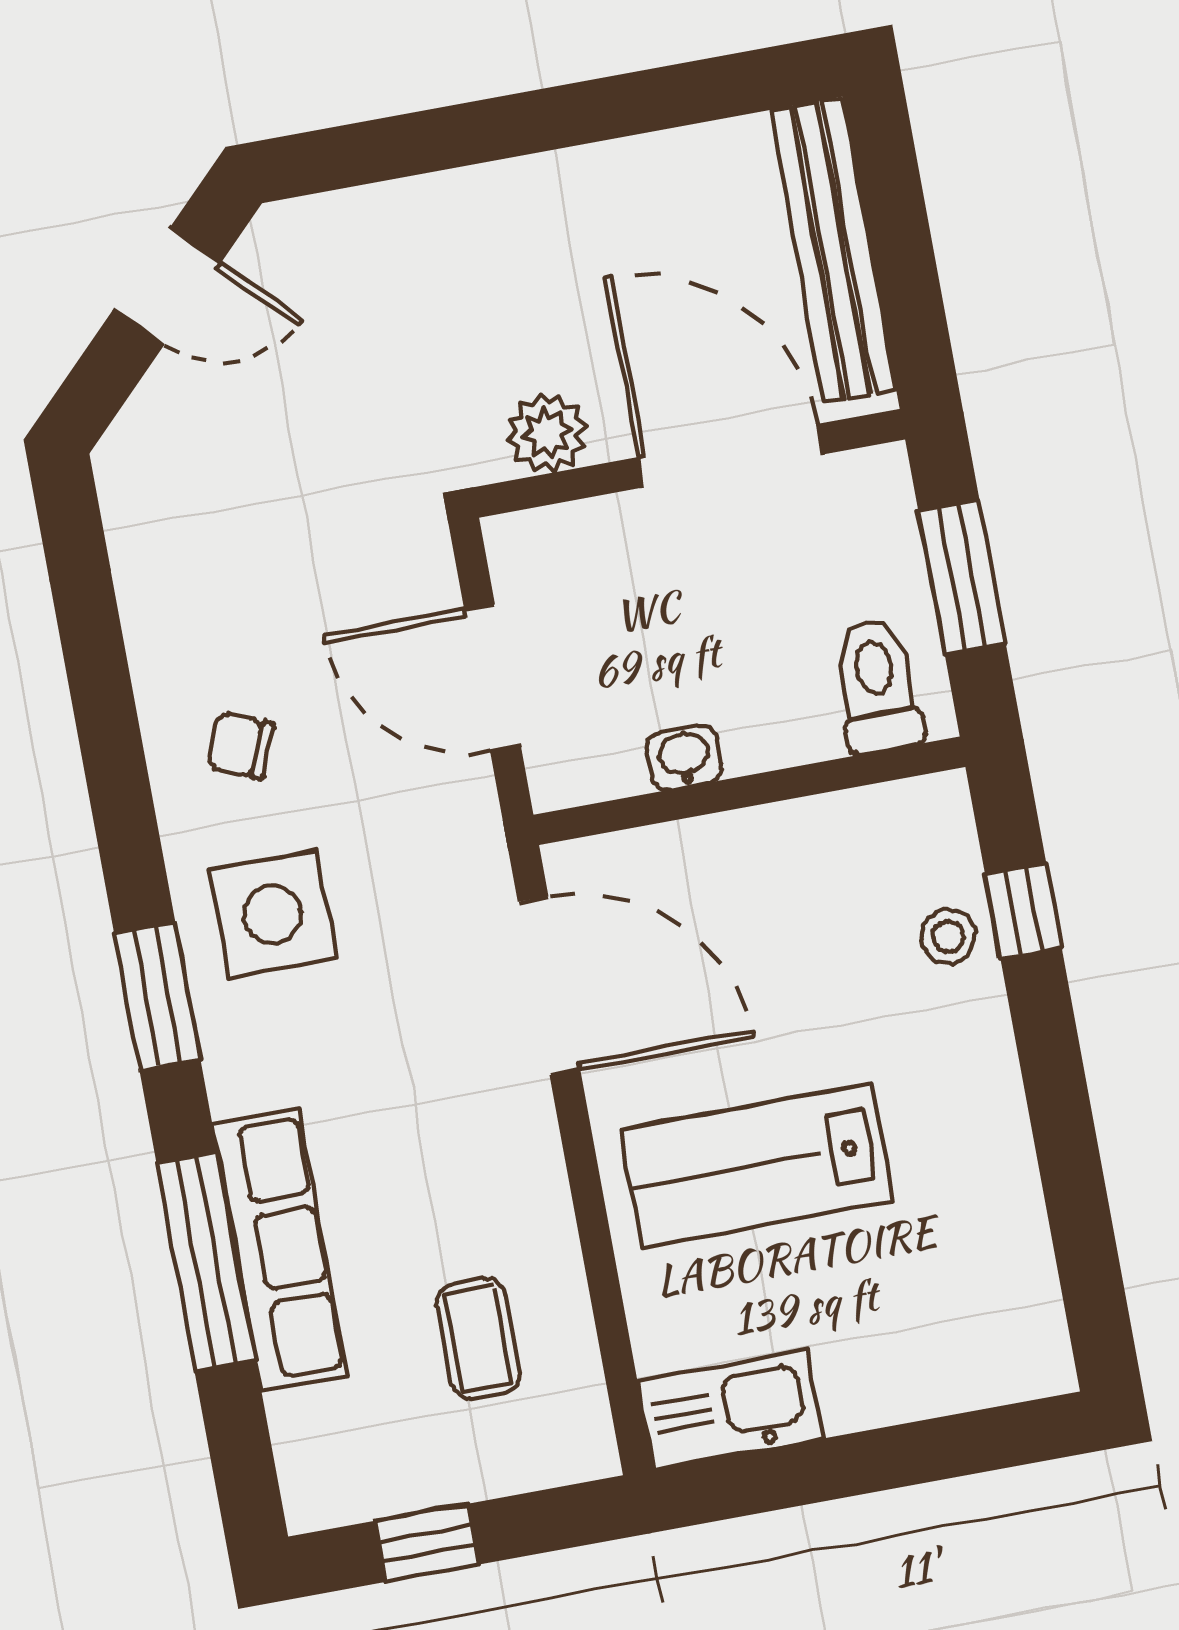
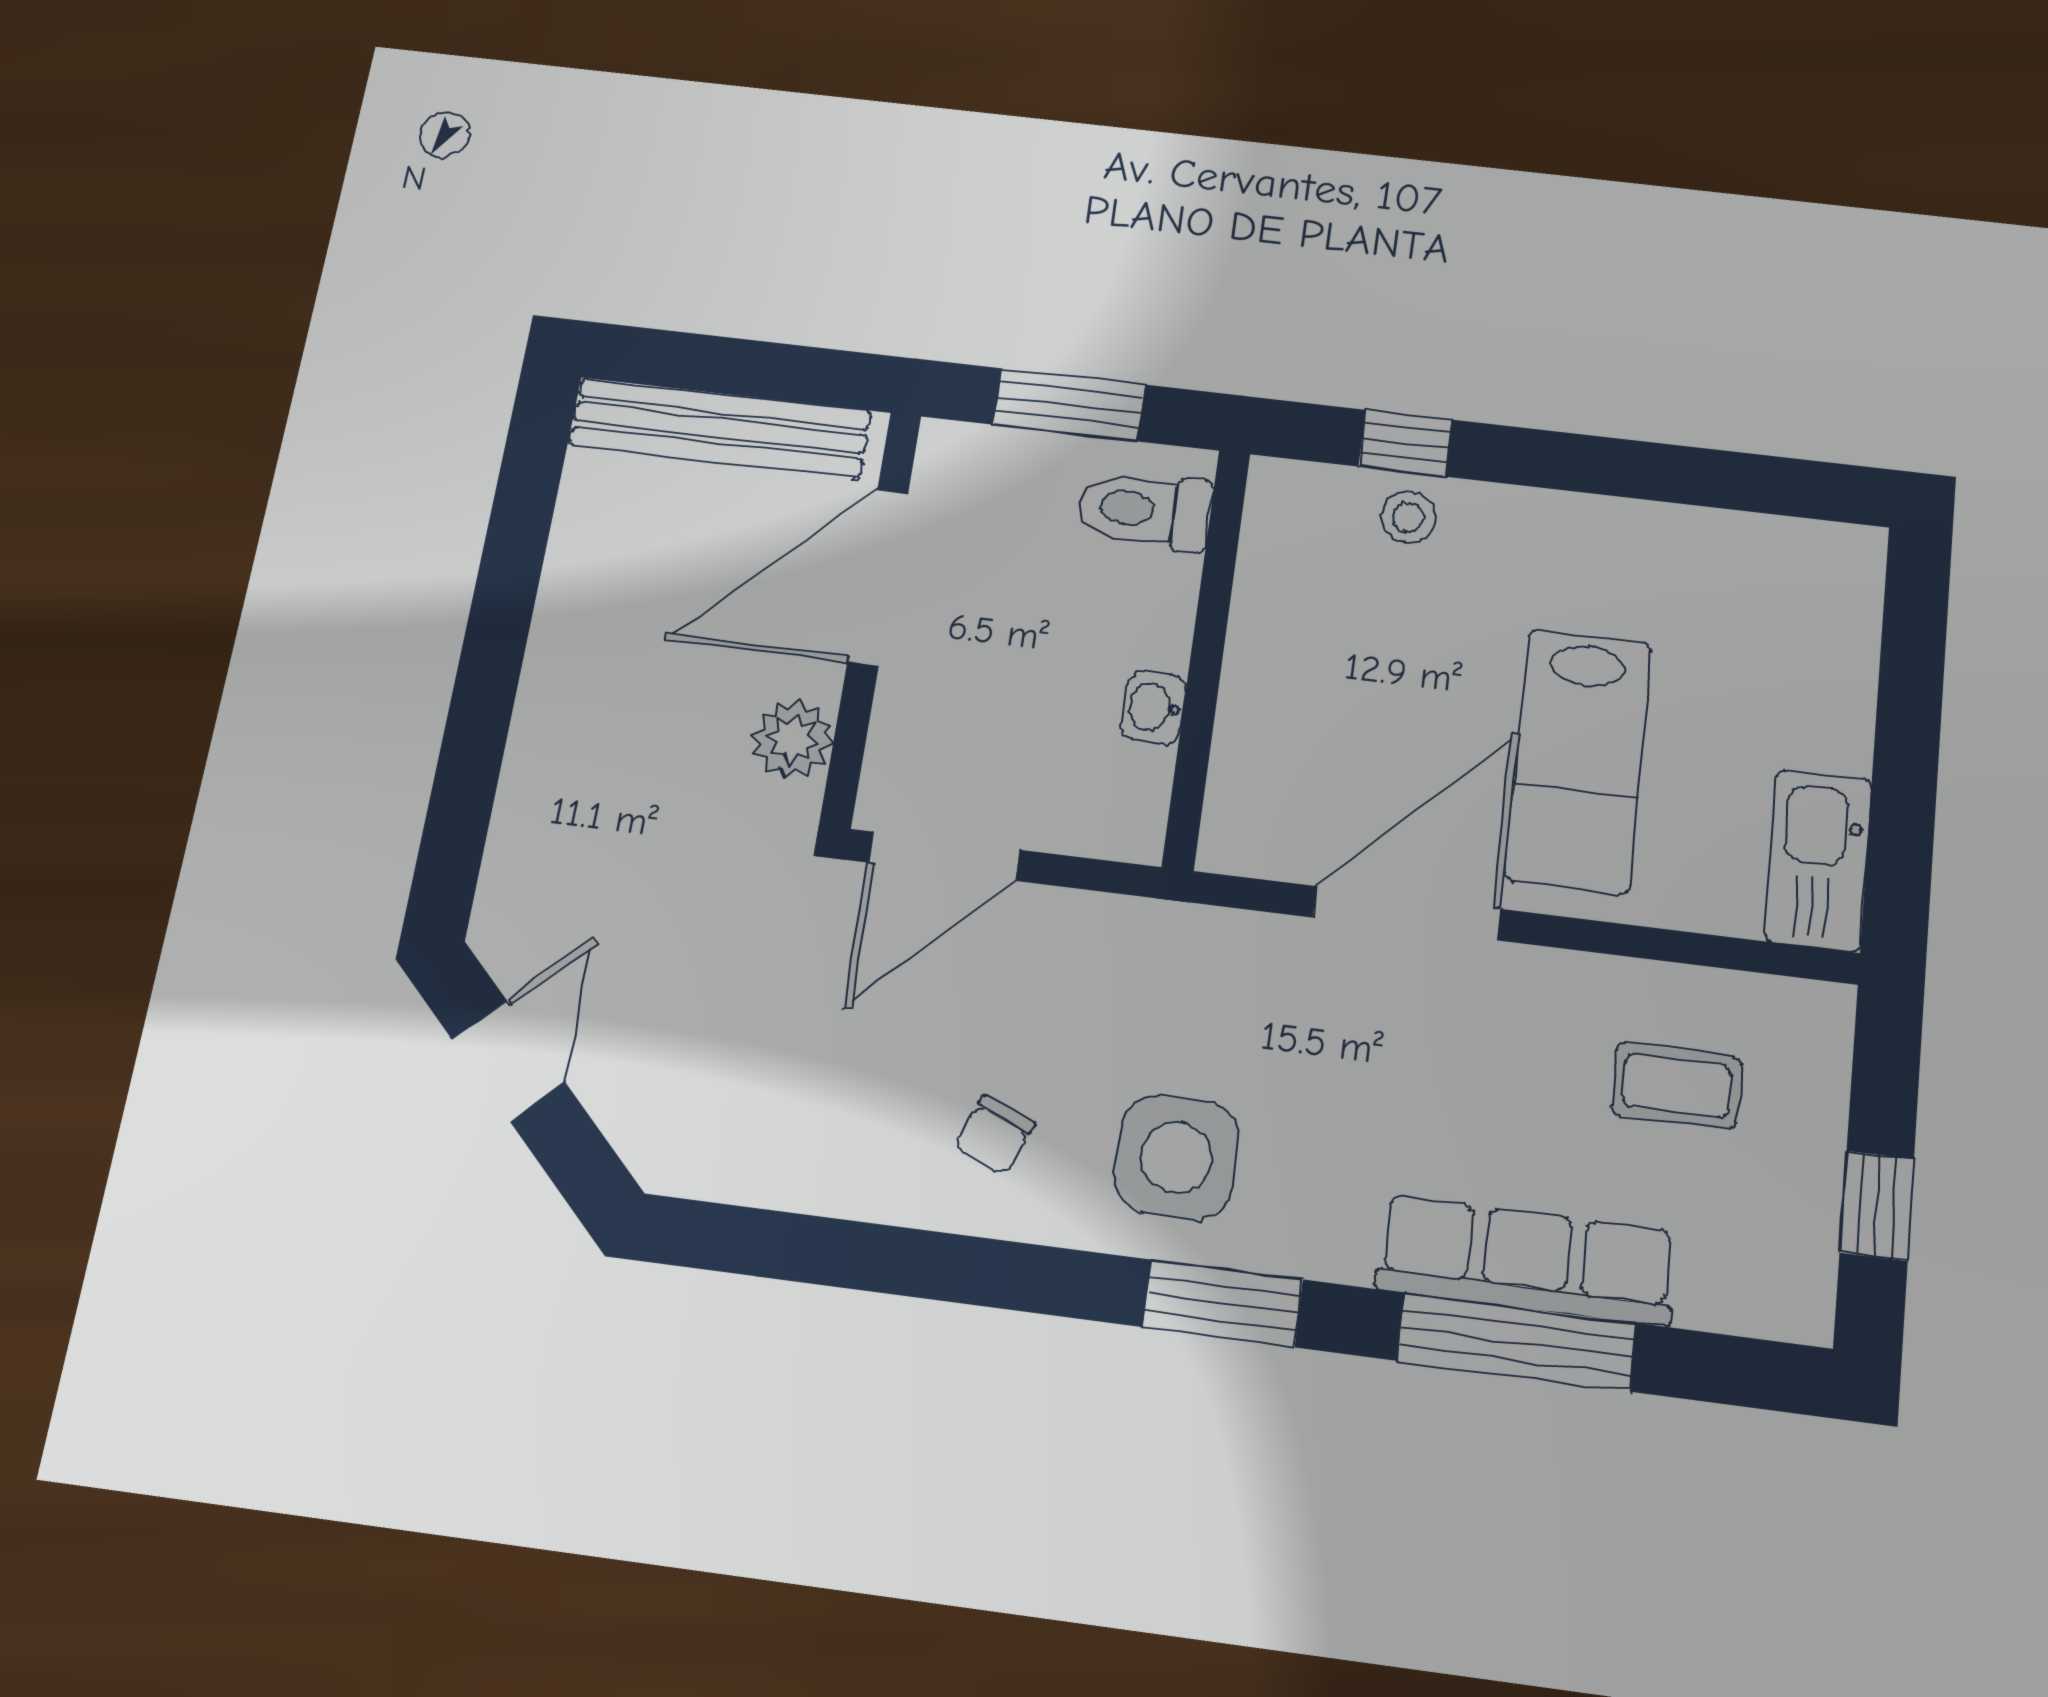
door: (492, 678) -> (944, 856), moved
door: (549, 986) -> (1407, 913), moved

